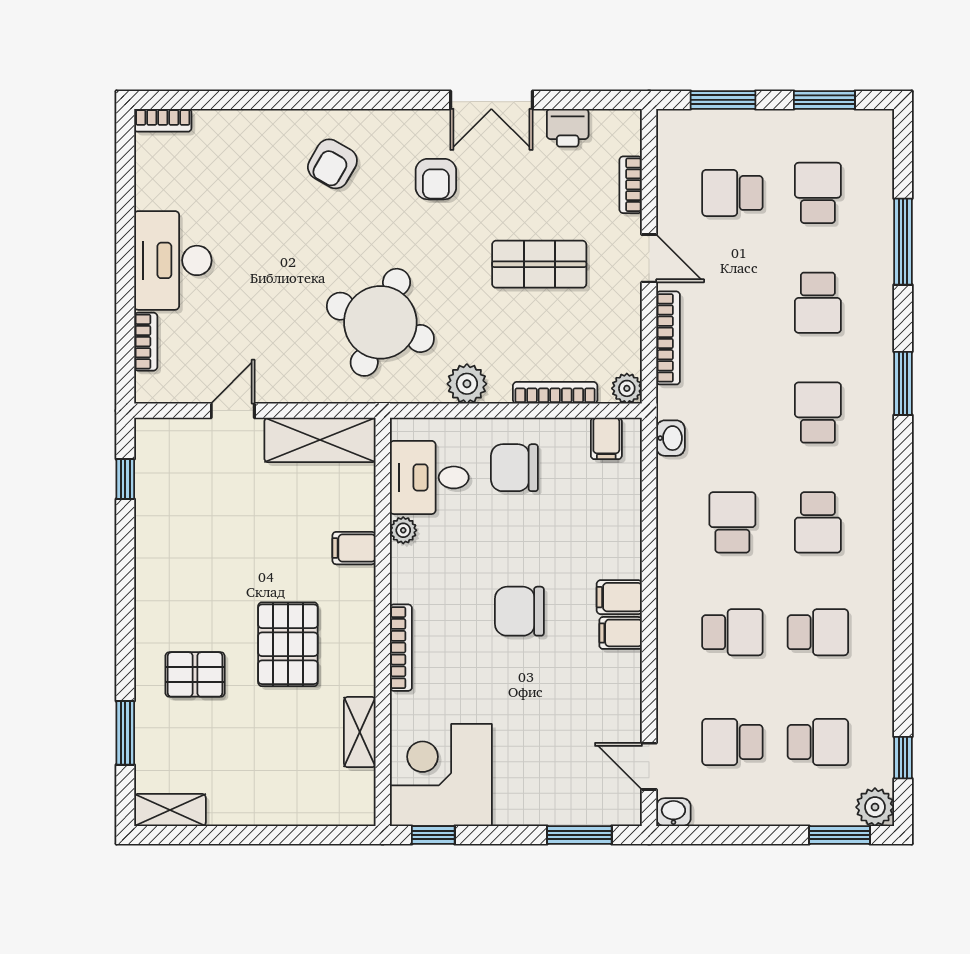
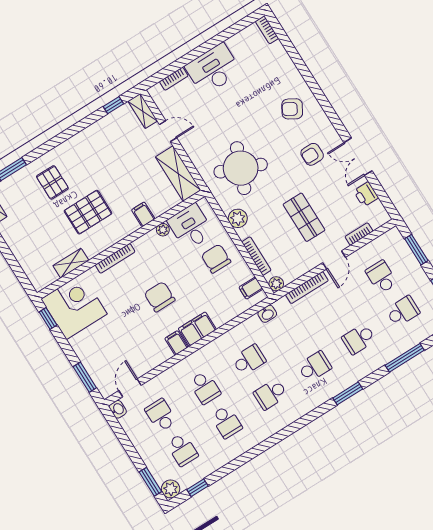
shelving: (169, 433) -> (143, 111), added
filing cabinet: (619, 597) -> (197, 329), width x2.00

